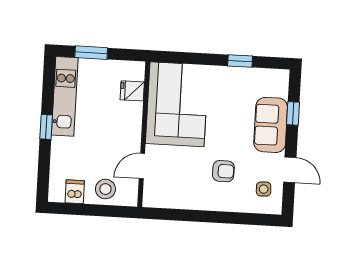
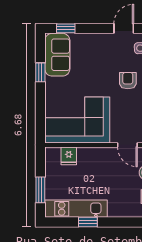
window: (293, 113) -> (66, 28), moved
sofa: (271, 125) -> (57, 55), moved, turned -90
window: (46, 127) -> (88, 222), moved

